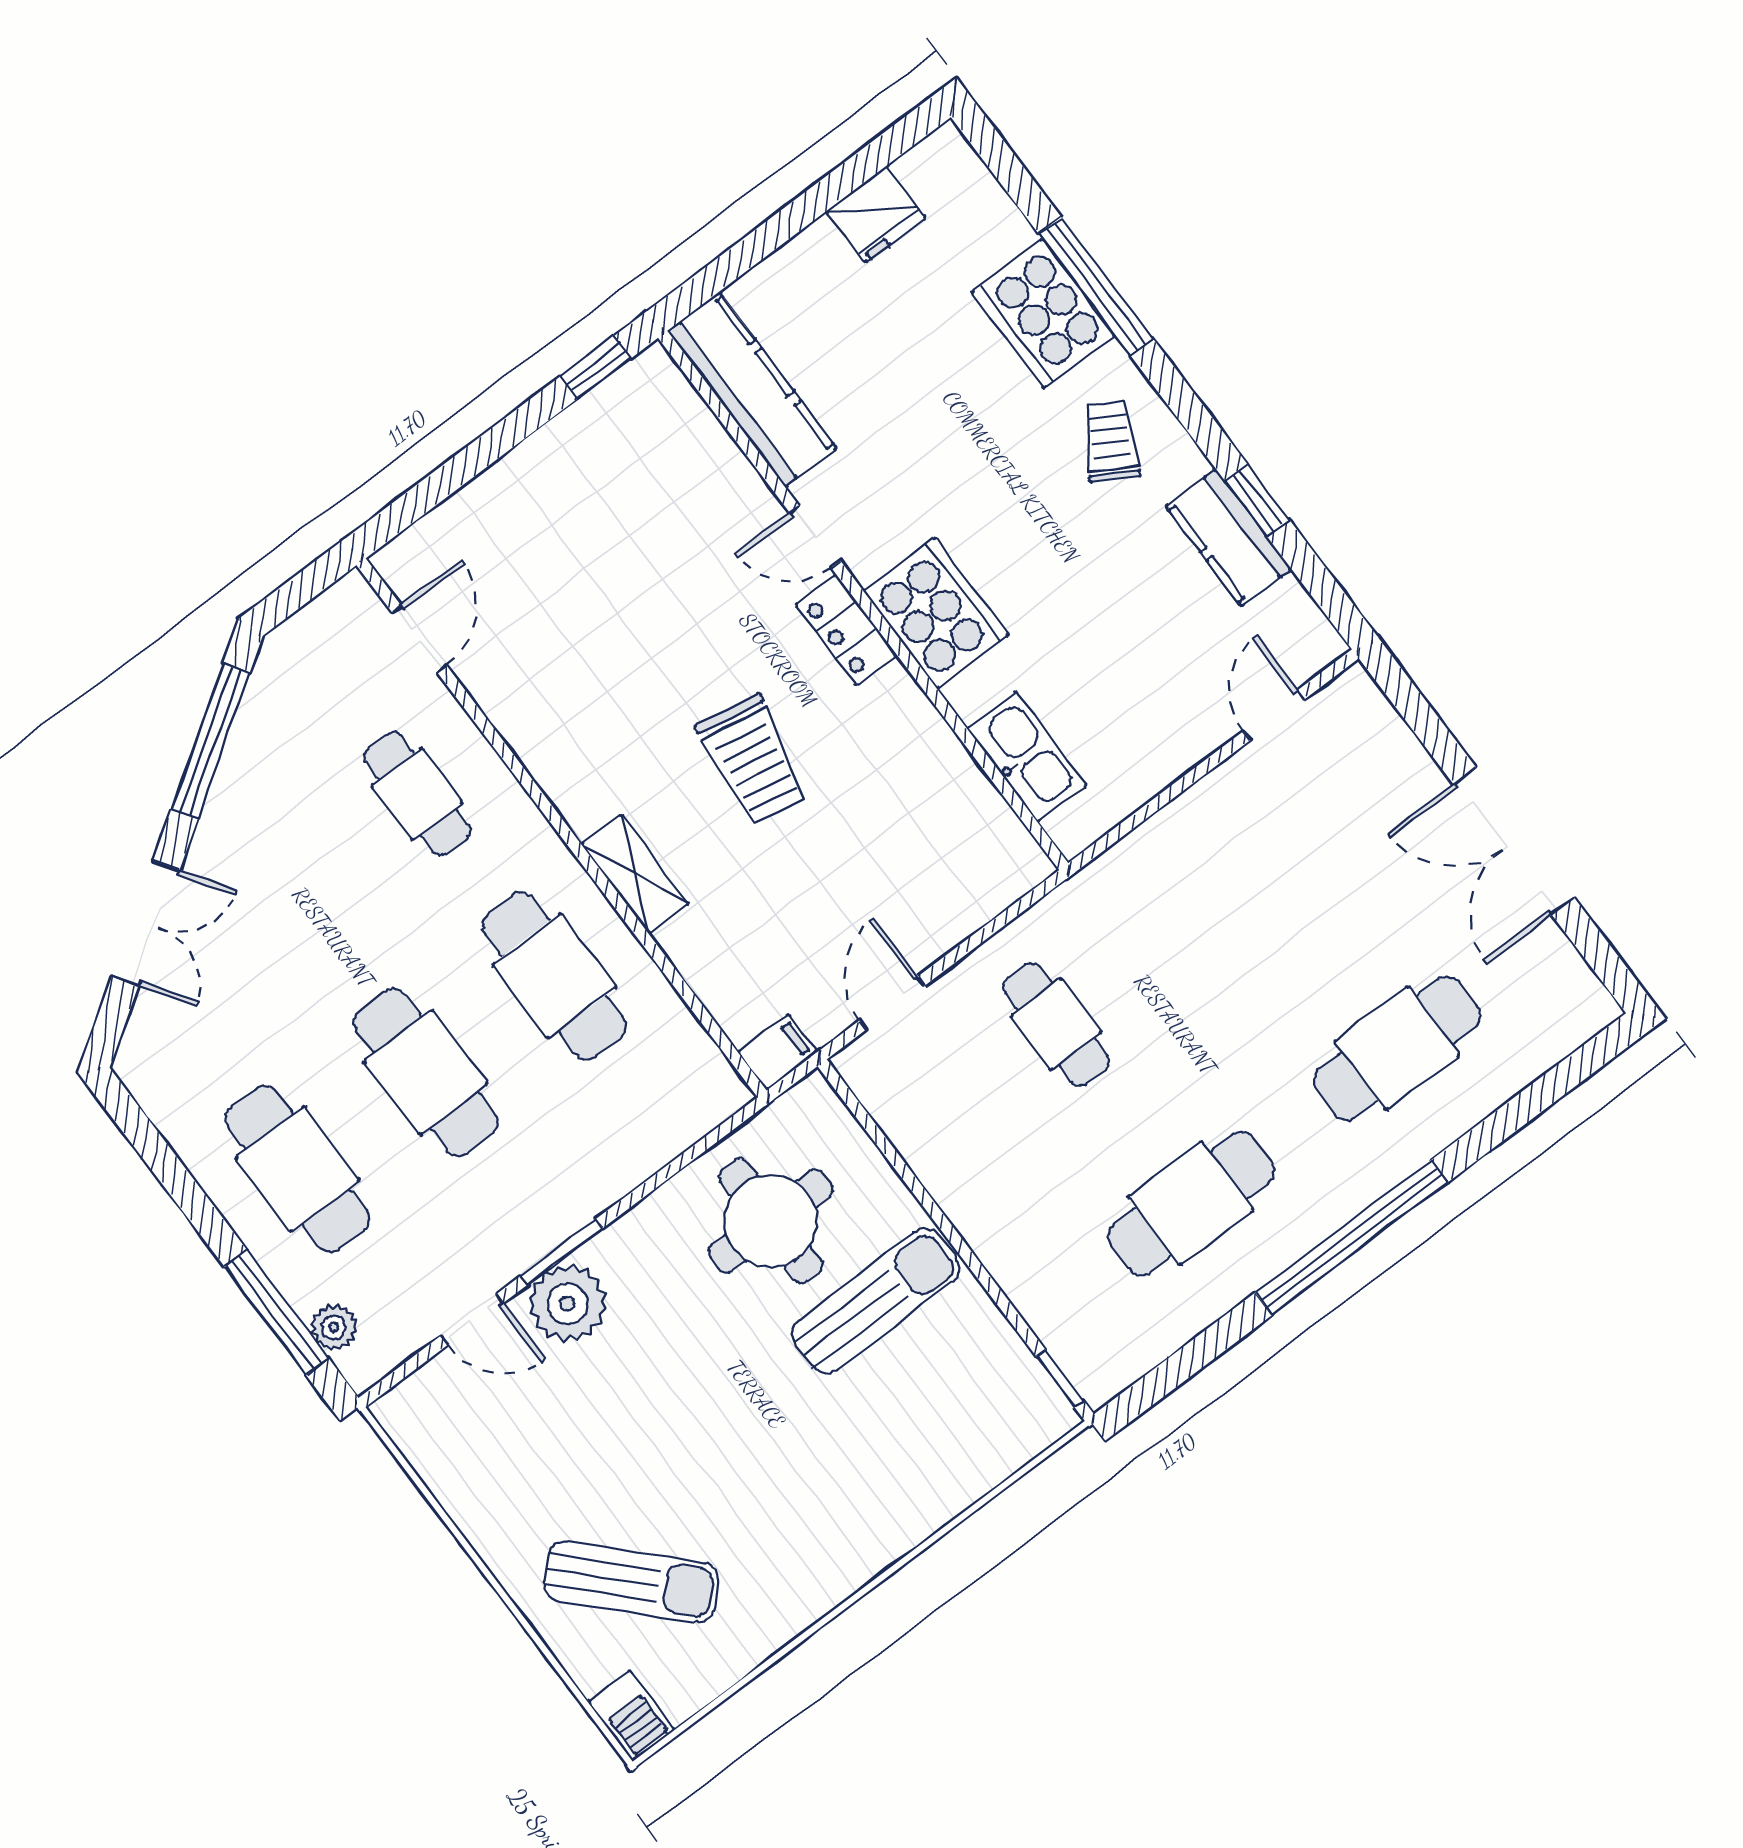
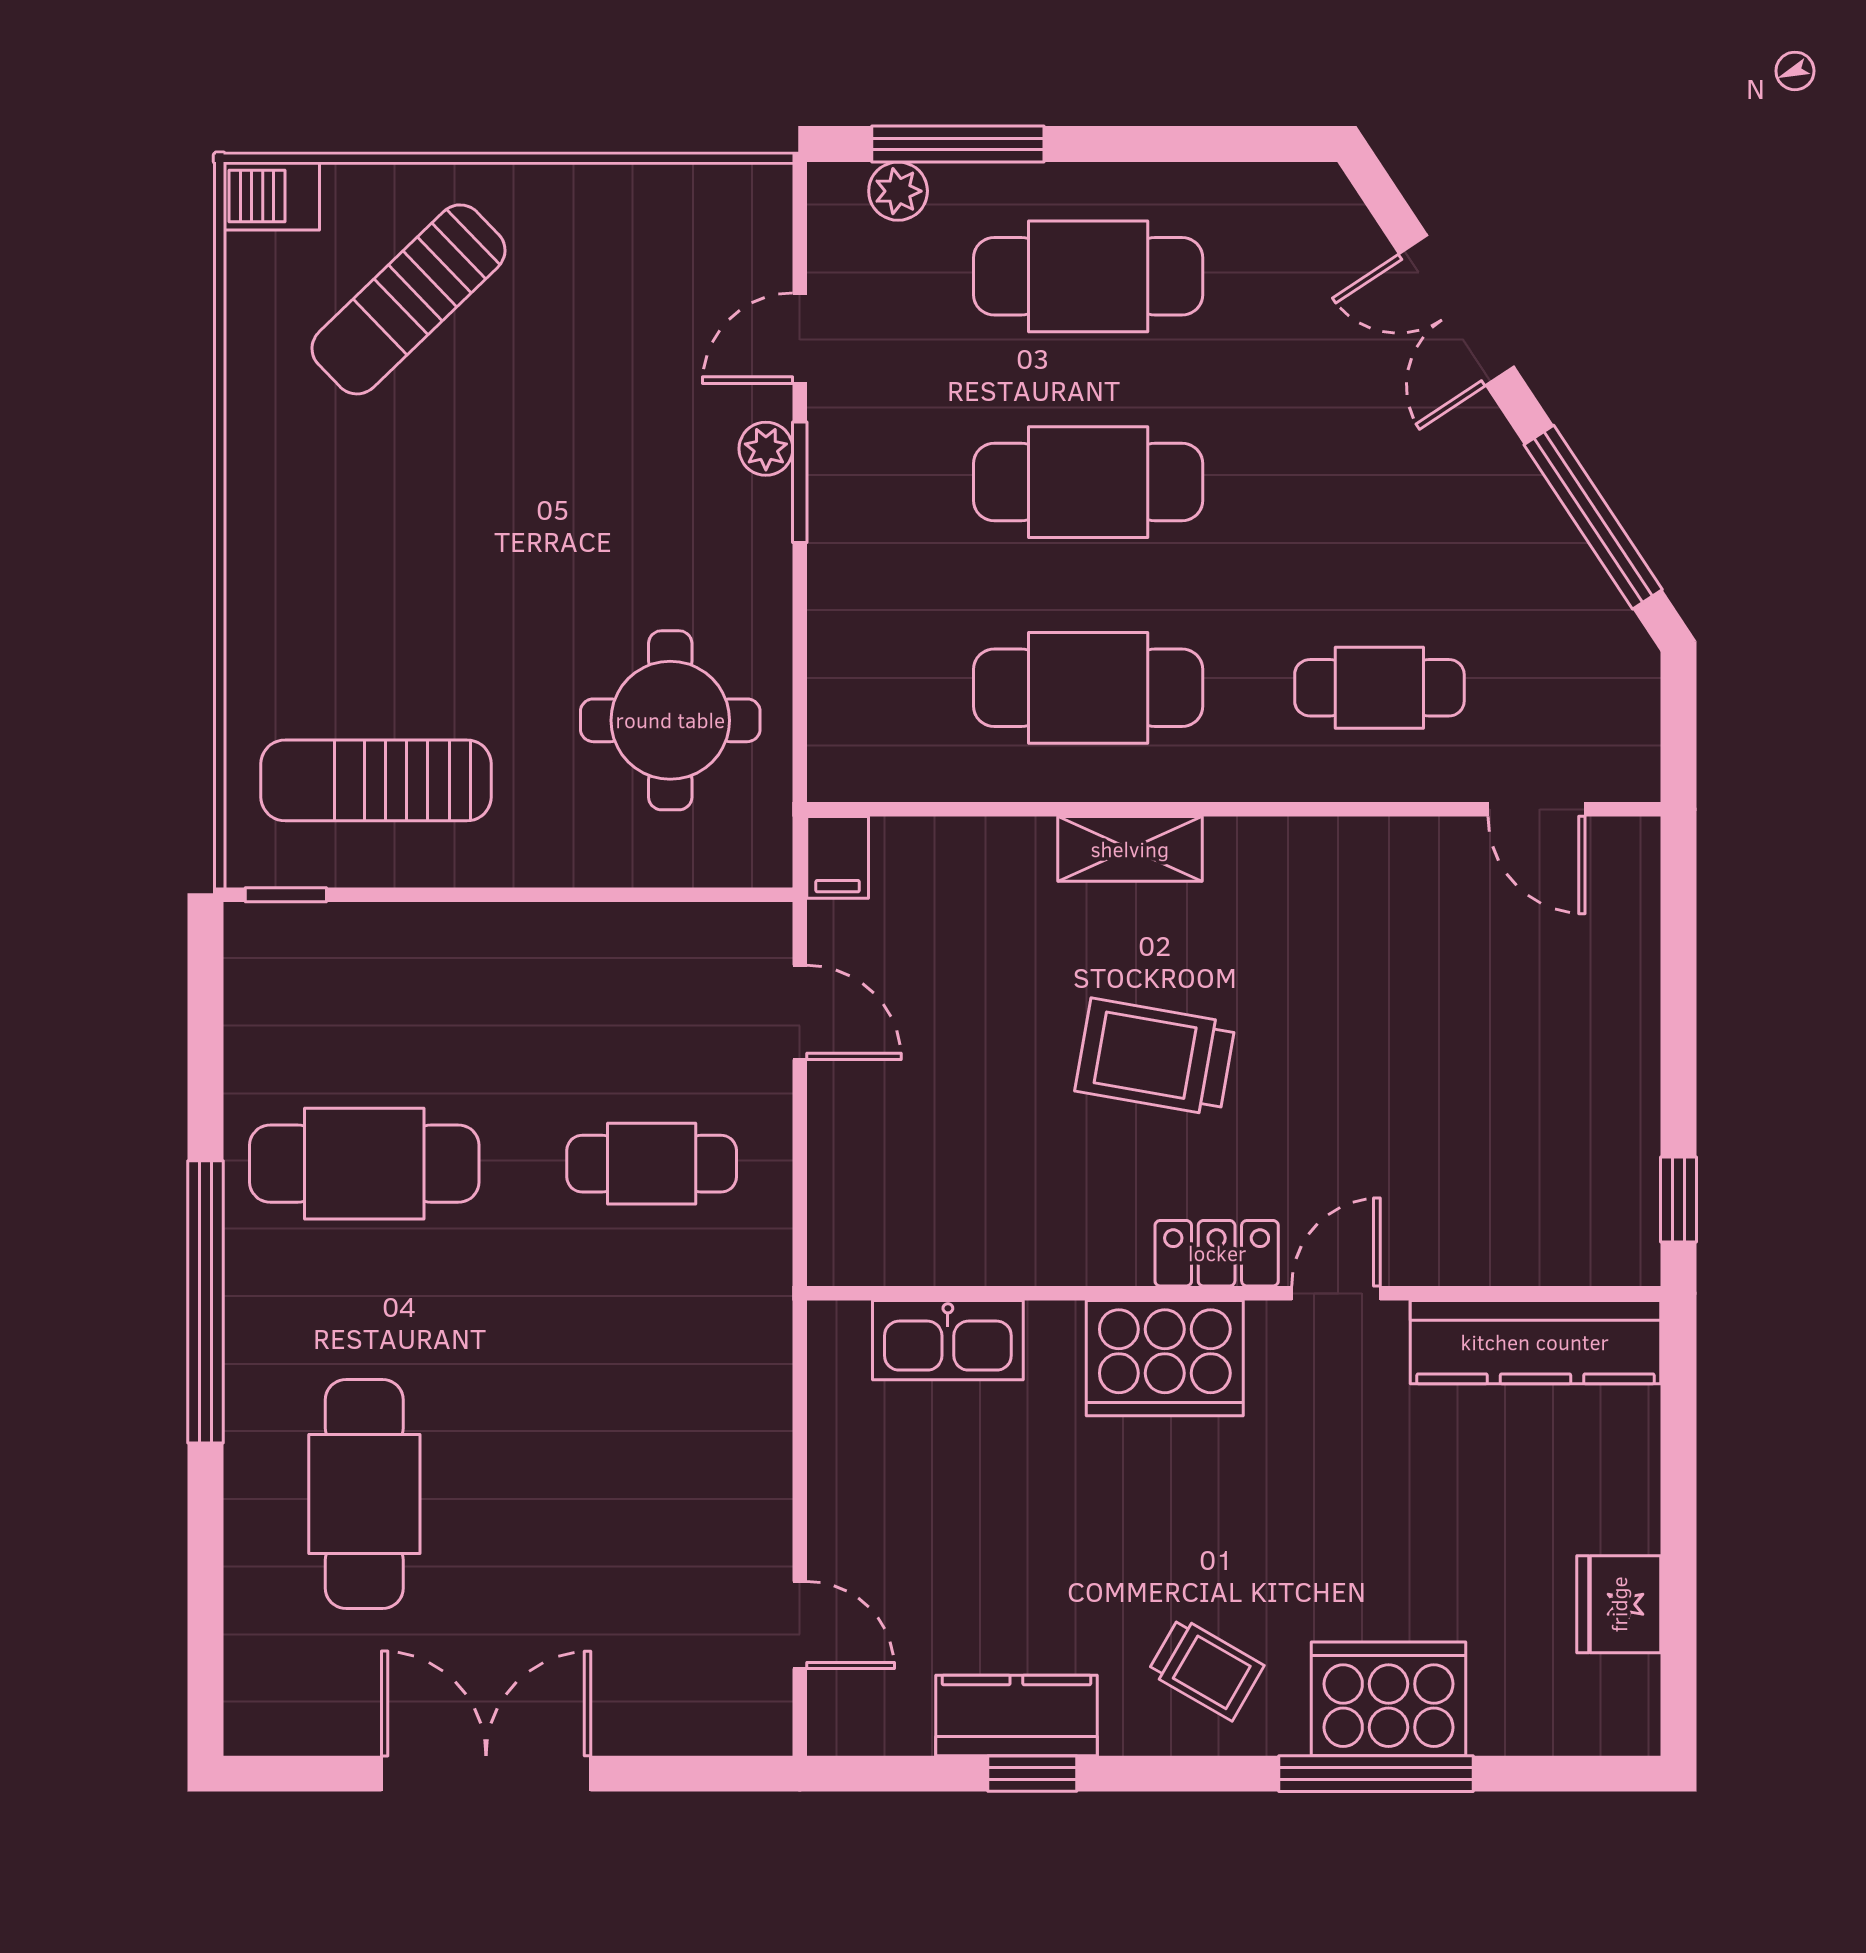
cafe table: (1191, 1203) -> (364, 1164), turned 90
sun lounger: (876, 1301) -> (376, 780), moved, turned 90
plant: (567, 1303) -> (766, 449), width x0.53, depth x0.53

